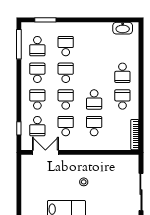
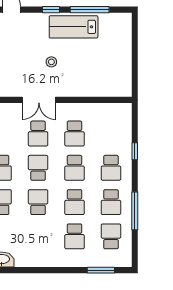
window: (19, 44) -> (135, 211), moved
school desk: (37, 126) -> (38, 202), moved
window: (19, 128) -> (135, 151), moved
double door: (45, 152) -> (39, 100), moved

